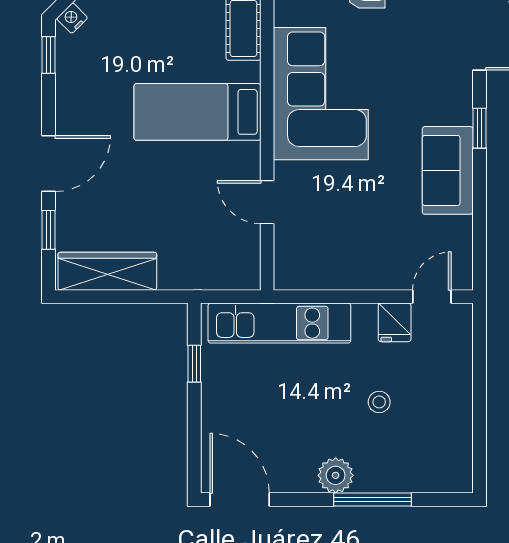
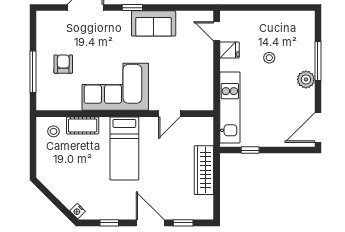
window: (48, 55) -> (109, 223), moved
wardrobe: (107, 271) -> (204, 170), moved

